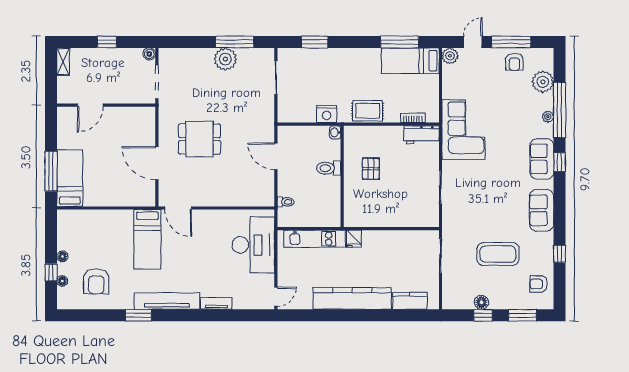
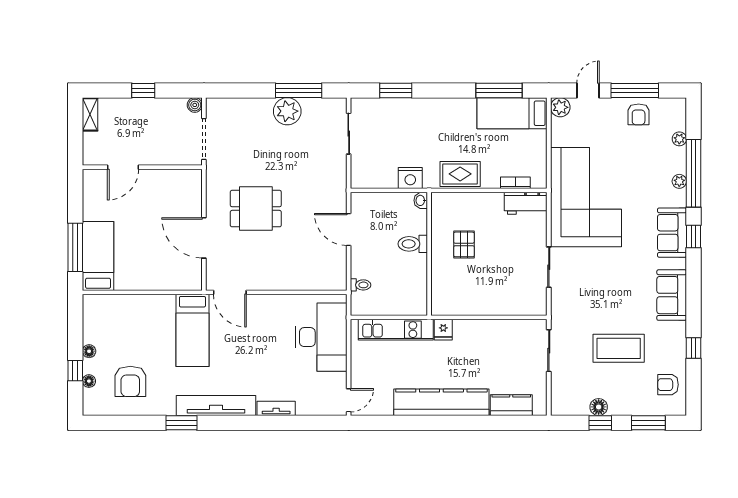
plant: (543, 82) -> (679, 139), width x0.53, depth x0.53
corner sofa: (463, 130) -> (586, 197), width x1.36, depth x1.36

